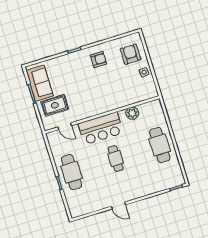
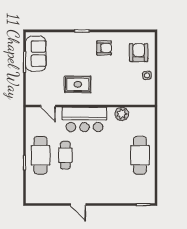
rug: (55, 105) -> (78, 84), moved
cafe table: (116, 159) -> (65, 155), moved

